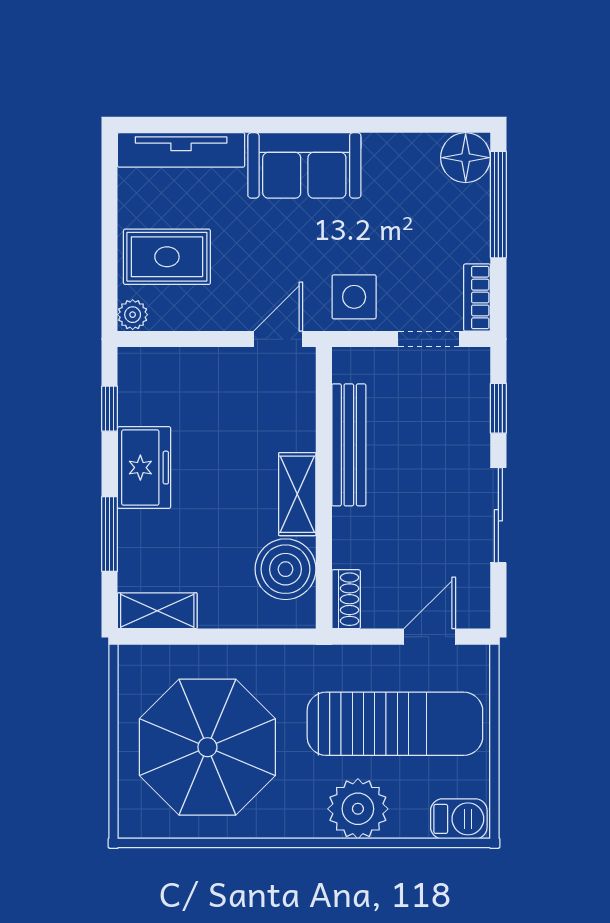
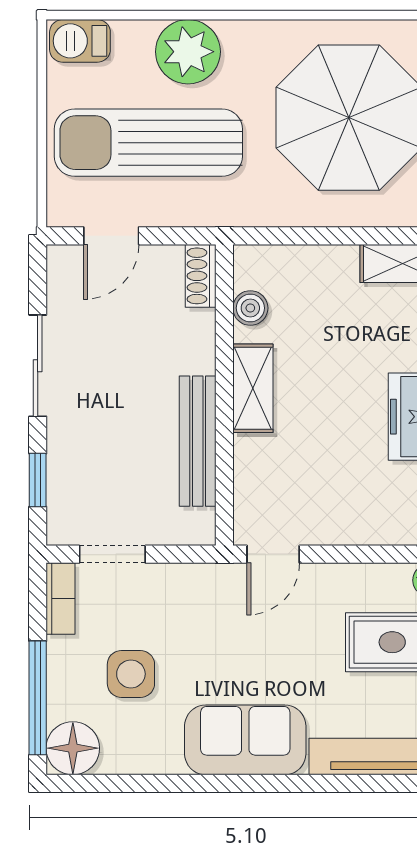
side table: (354, 297) -> (131, 674), moved
boiler: (286, 569) -> (250, 308), width x0.54, depth x0.54

